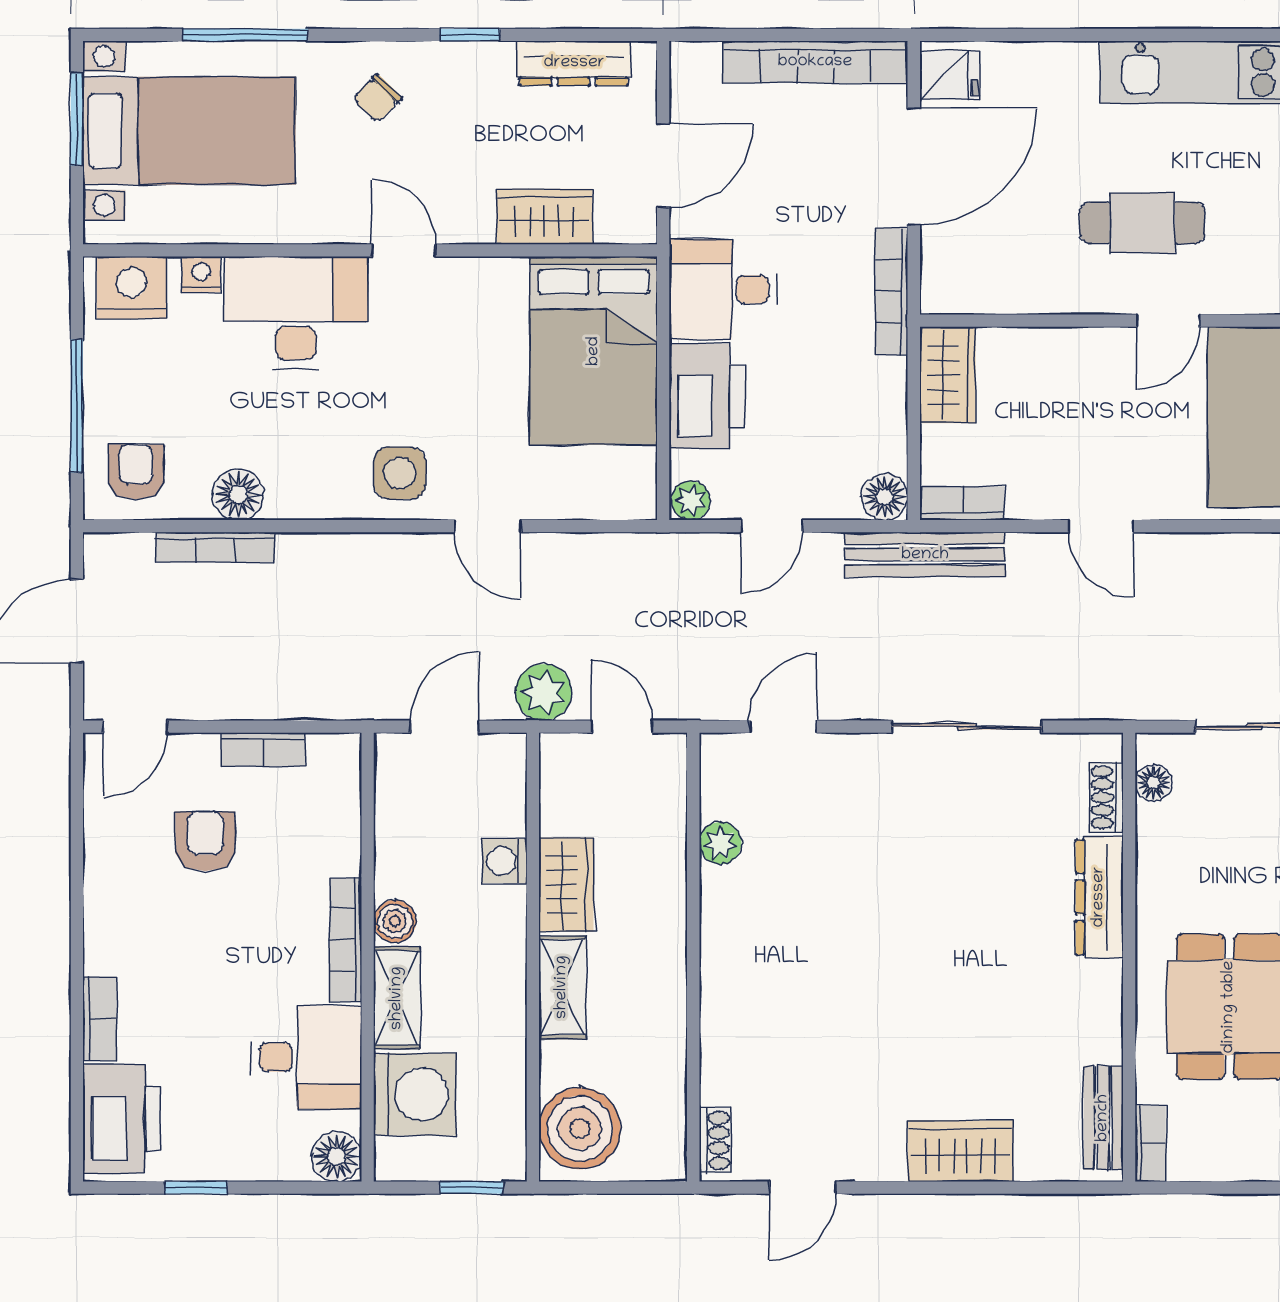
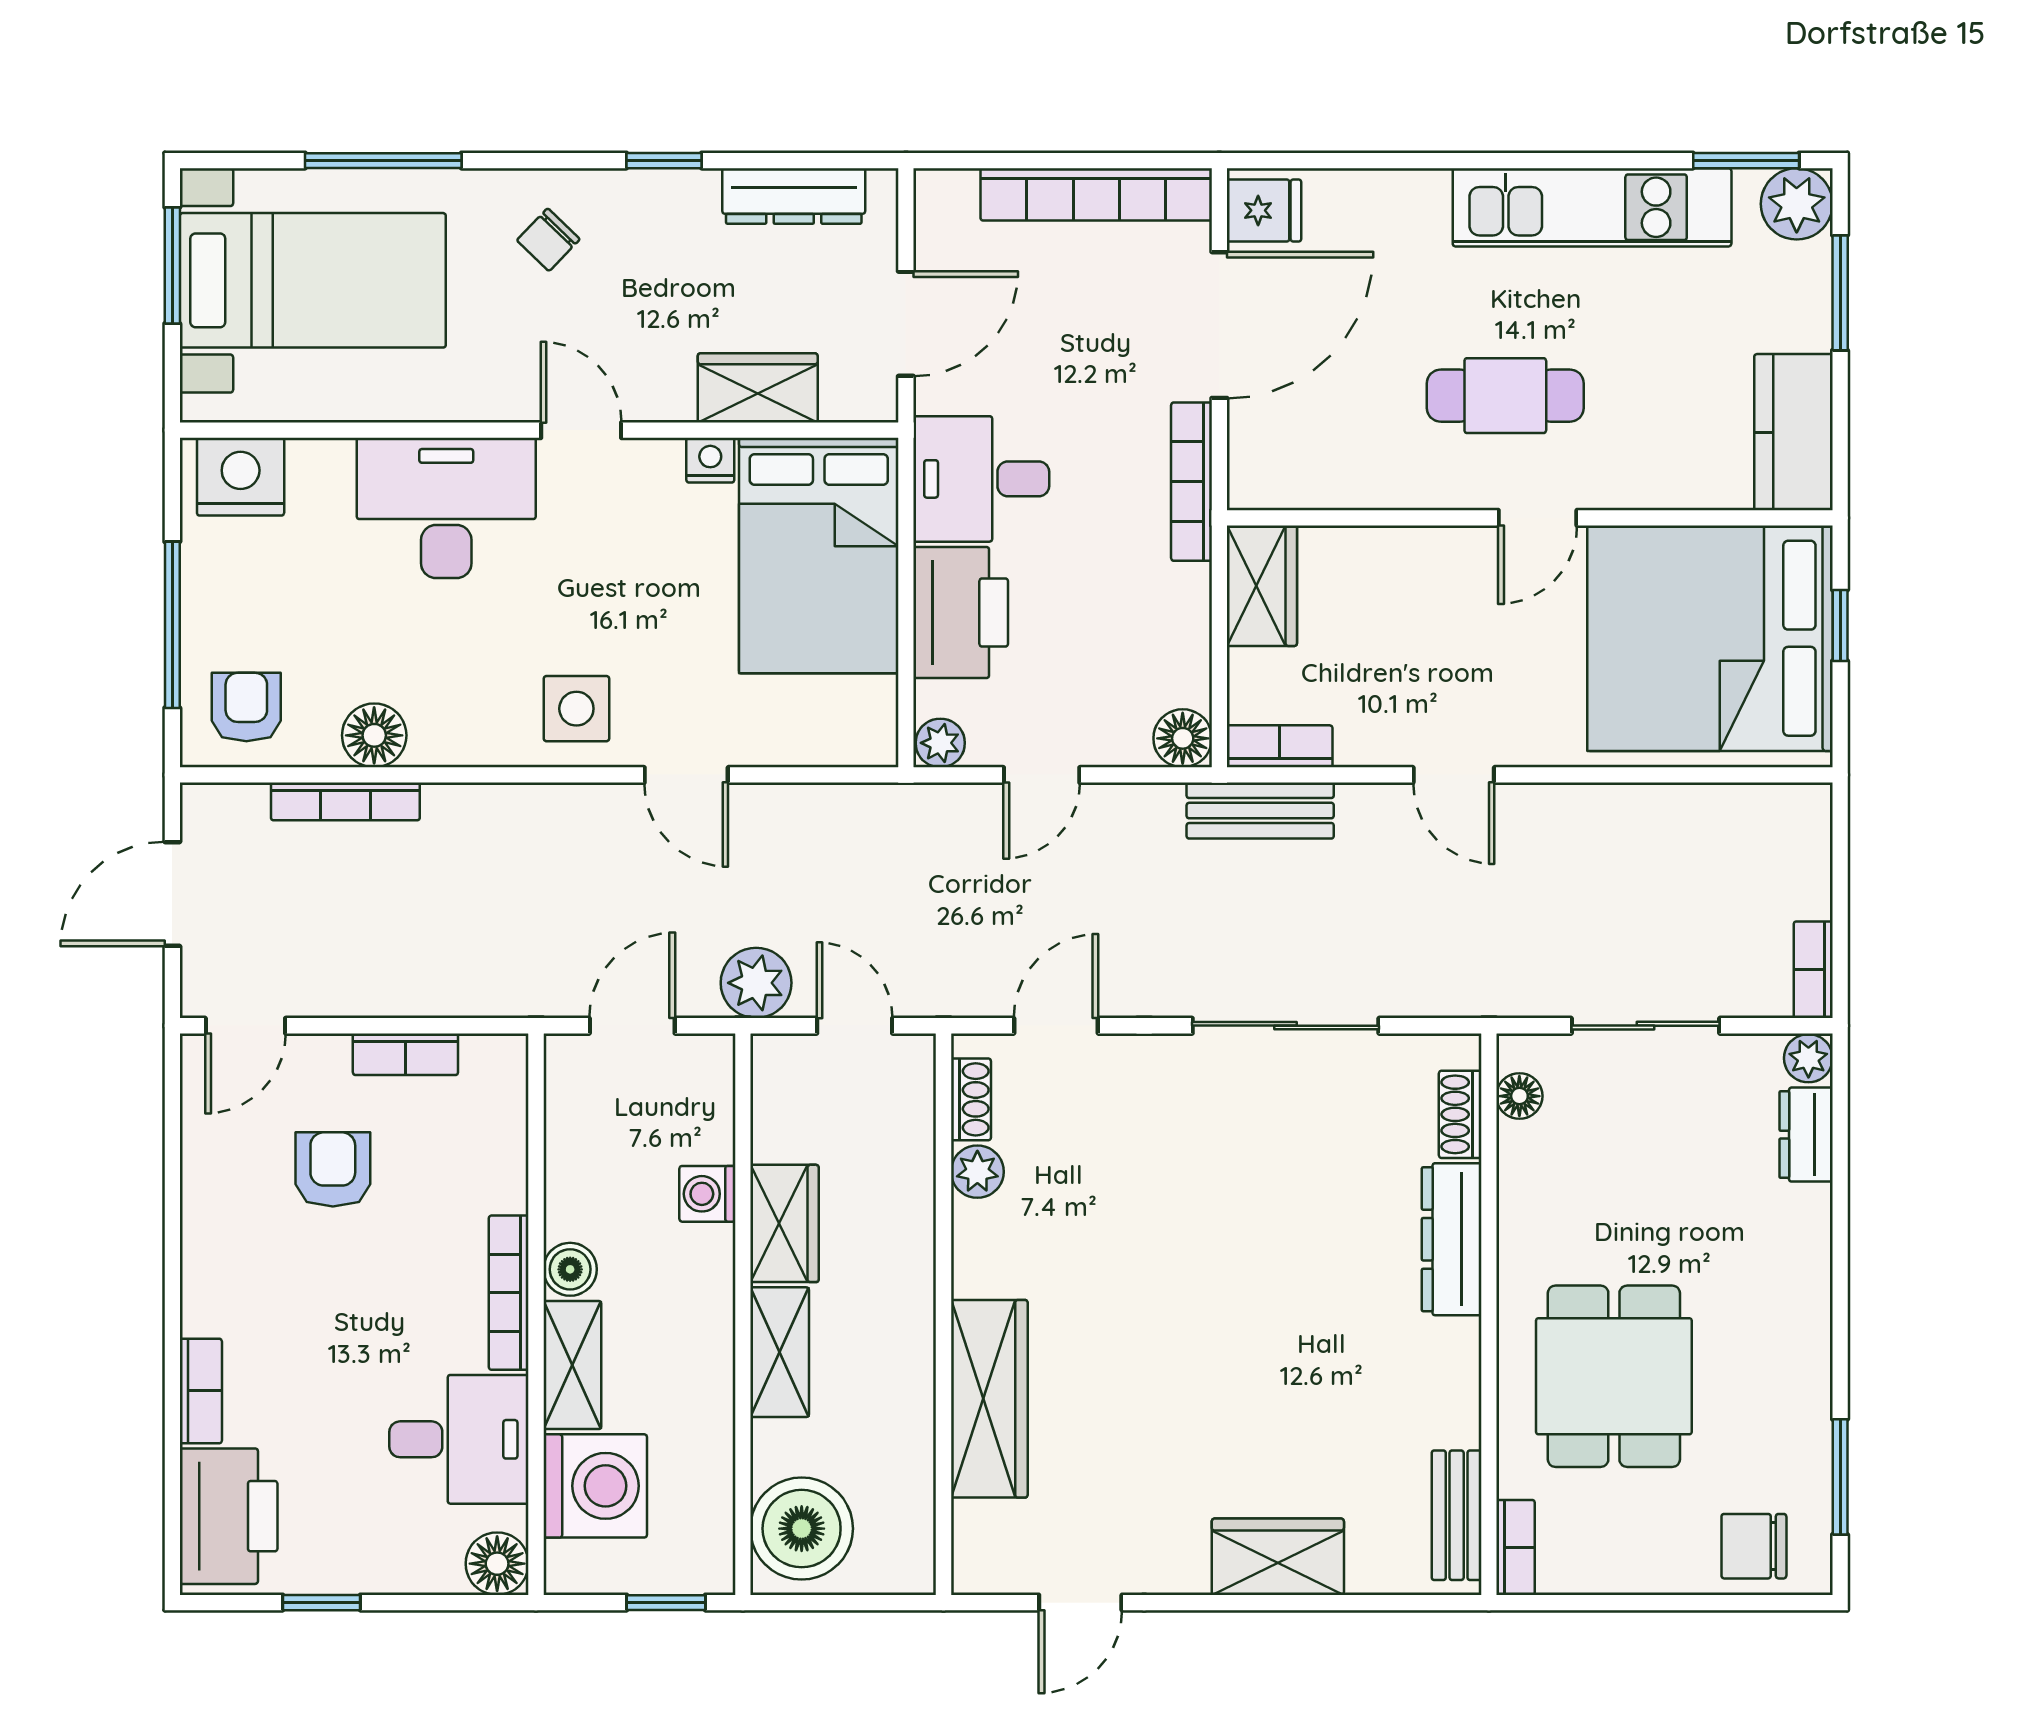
nightstand: (201, 274) -> (710, 460), moved
bench: (925, 555) -> (1260, 811), width x0.73
wardrobe: (730, 1025) -> (989, 1399), added
shoe rack: (715, 1140) -> (971, 1099), moved

